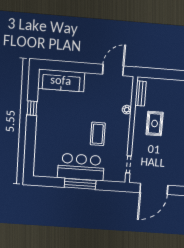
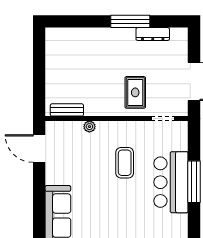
rug: (155, 123) -> (135, 92), moved, turned 90
coffee table: (98, 134) -> (125, 163), turned 90

